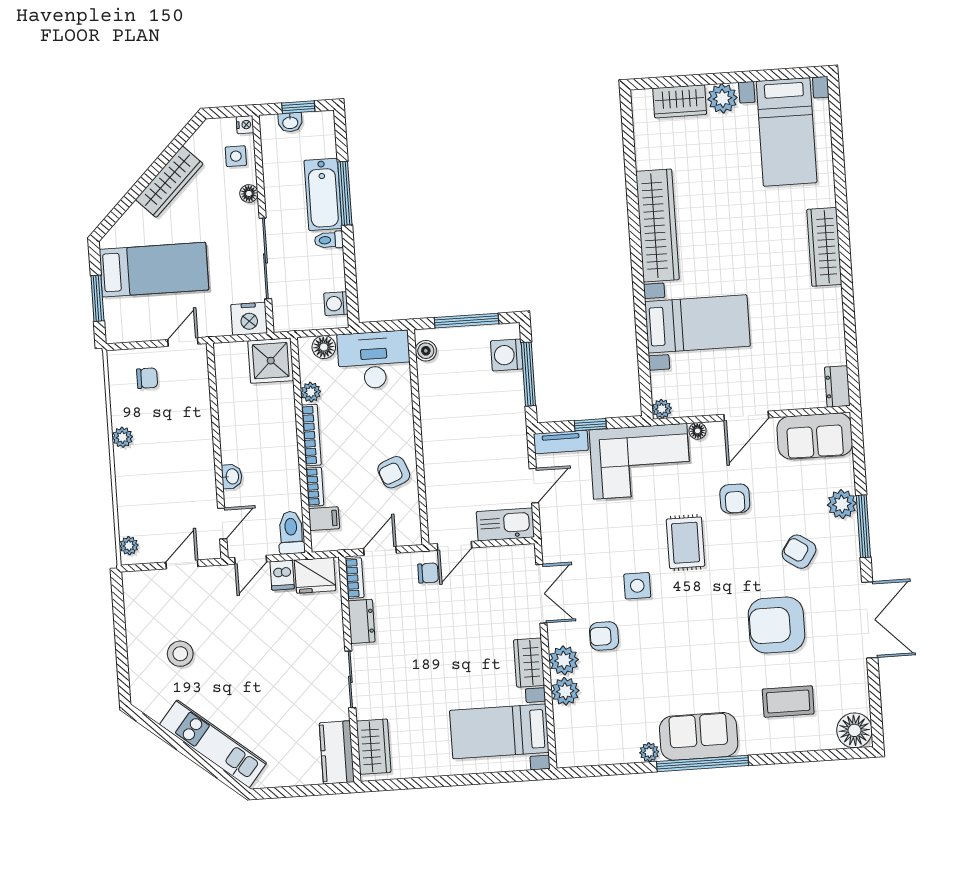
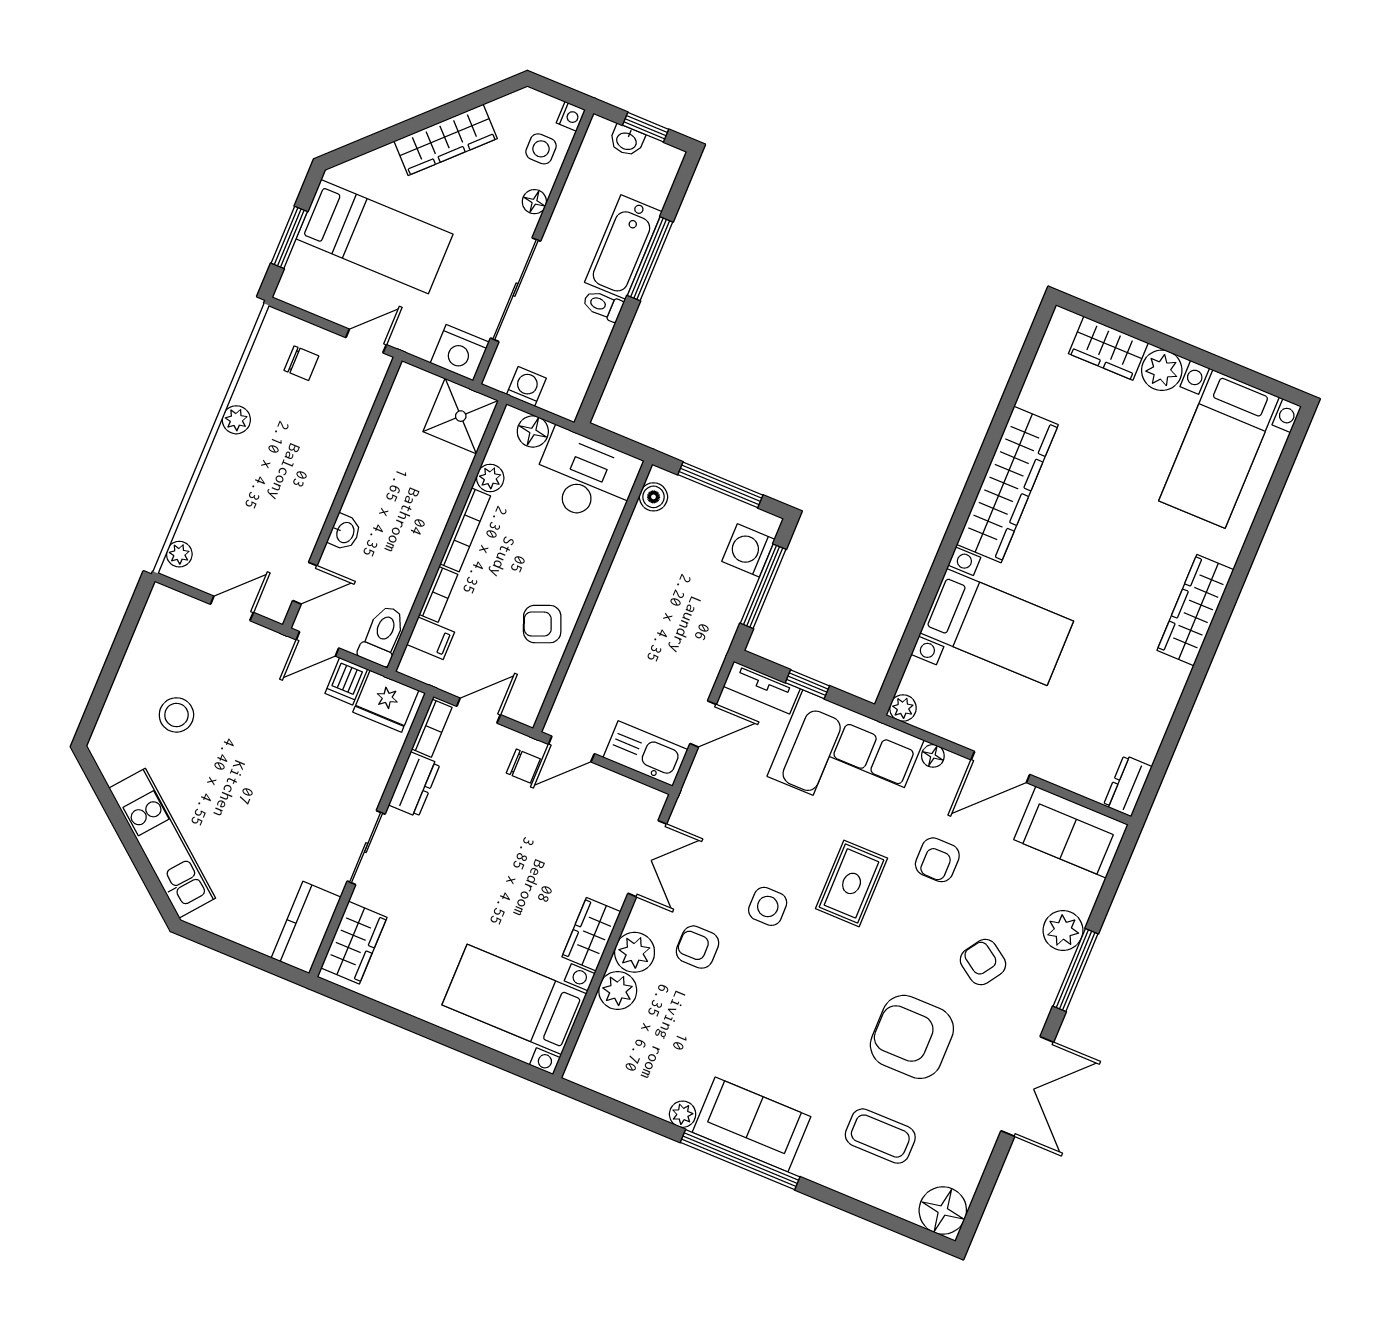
washing machine: (336, 304) -> (526, 386), moved, turned 90

